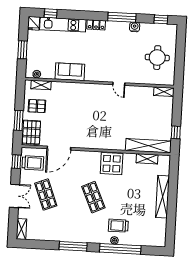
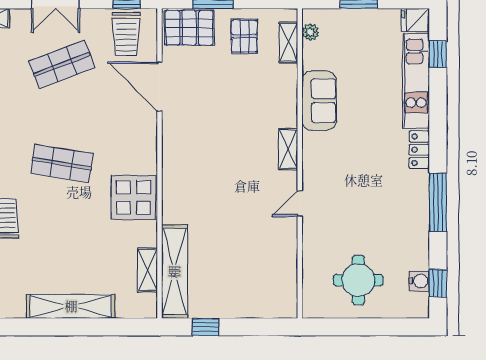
water cooler: (135, 27) -> (419, 281), moved
shelving: (164, 92) -> (288, 149), moved
shop shelf: (93, 197) -> (62, 163), turned 33

